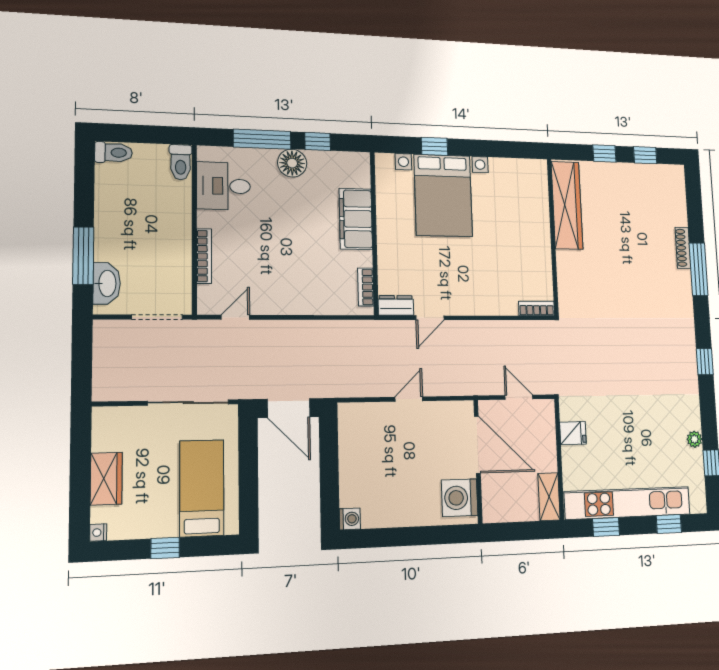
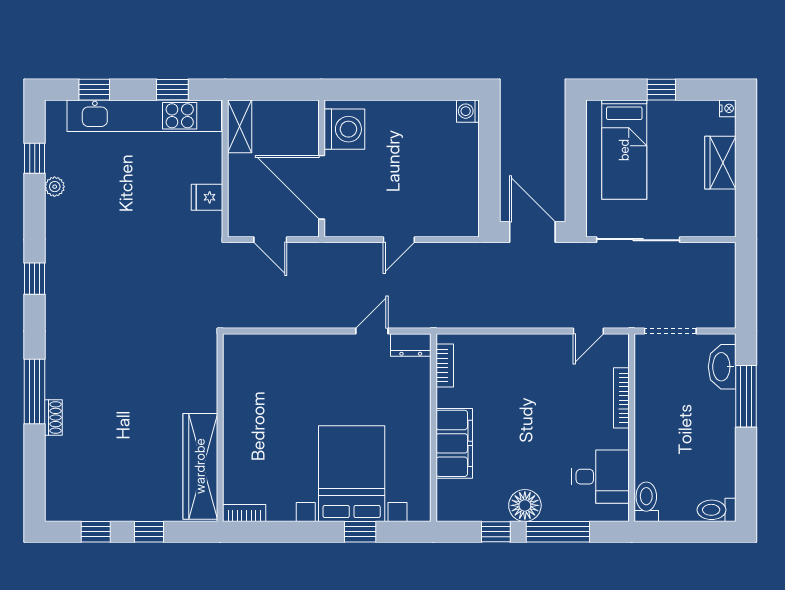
shoe rack: (683, 248) -> (53, 417), width x0.70
bookcase: (537, 308) -> (244, 513), moved, turned 180

